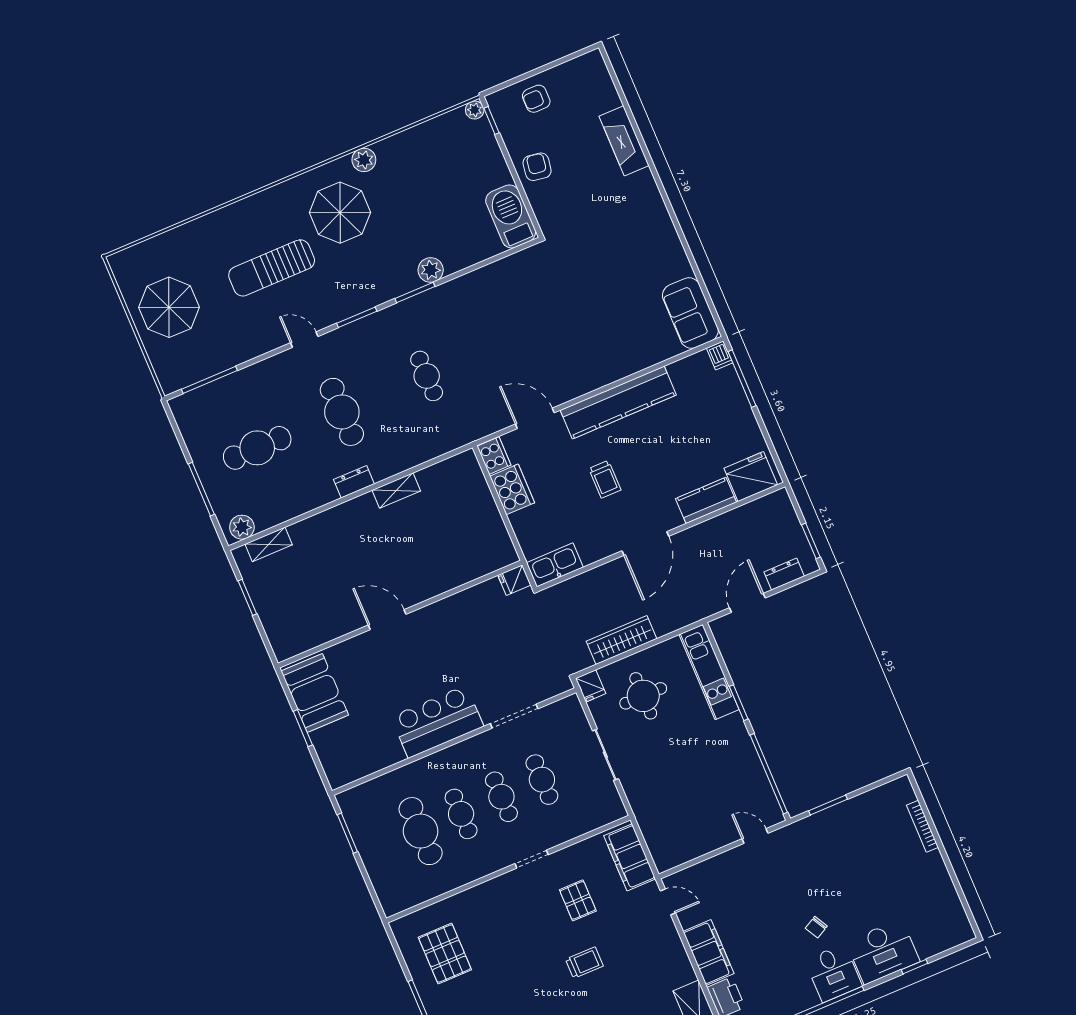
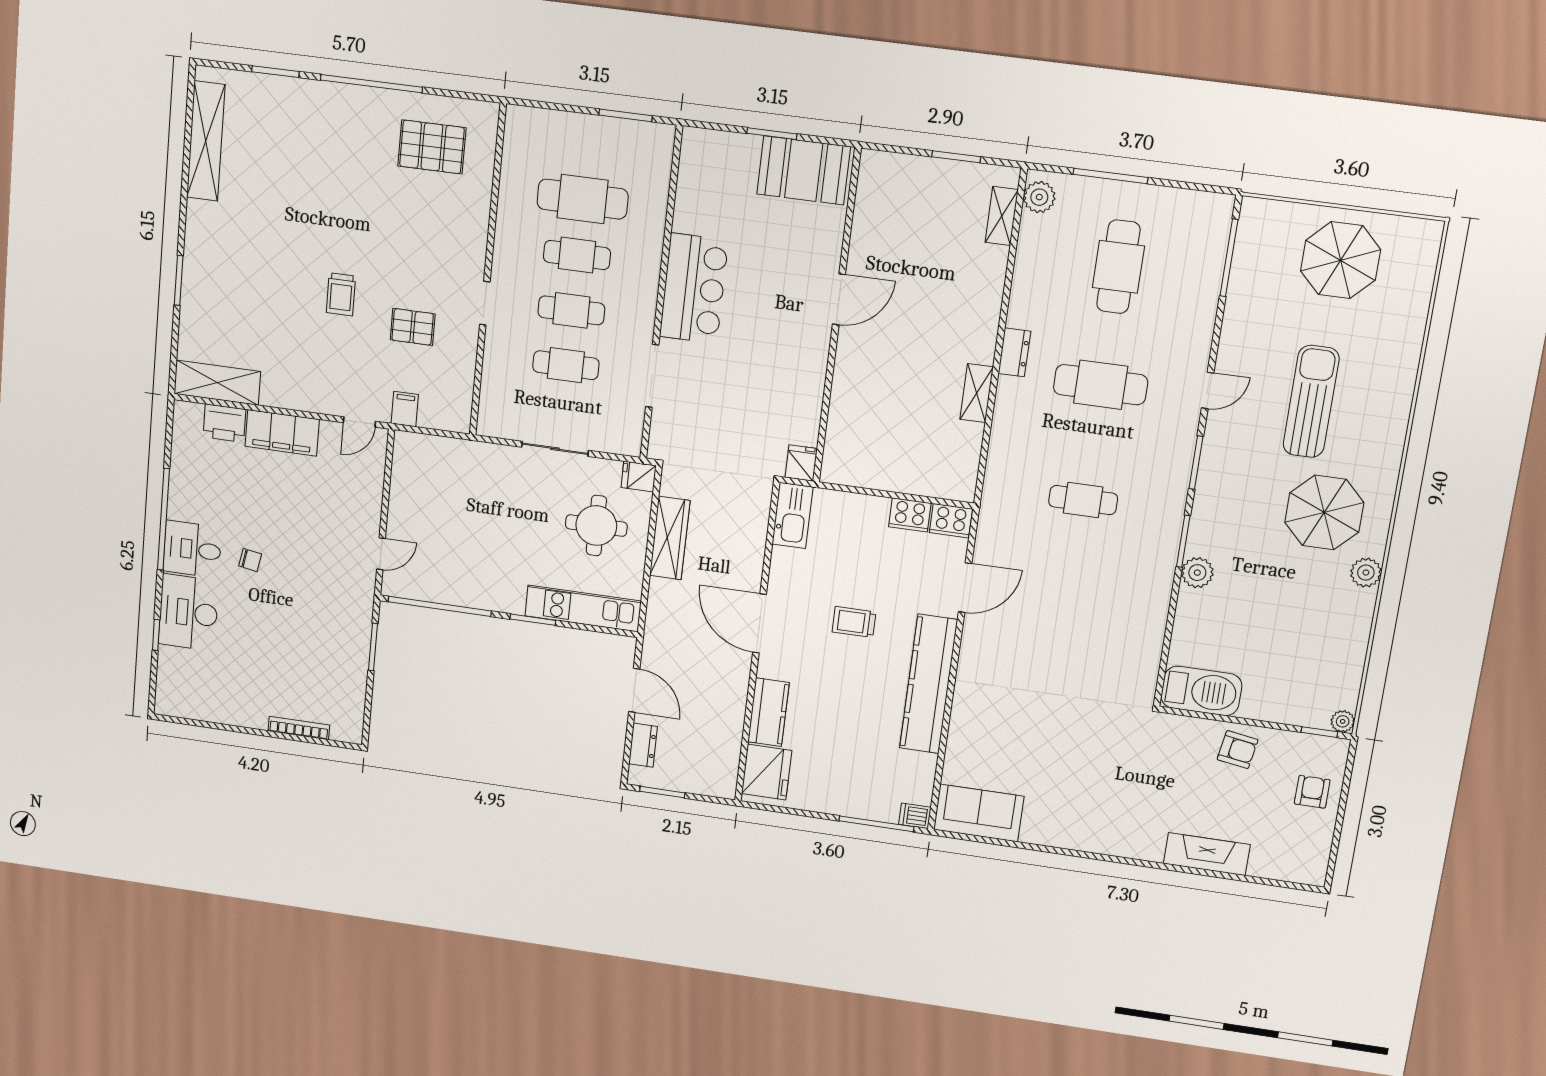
cooker: (512, 489) -> (910, 515), width x0.73, depth x0.76
filing cabinet: (630, 857) -> (405, 409), width x0.33, depth x0.86
chair: (816, 927) -> (250, 560), turned 129

